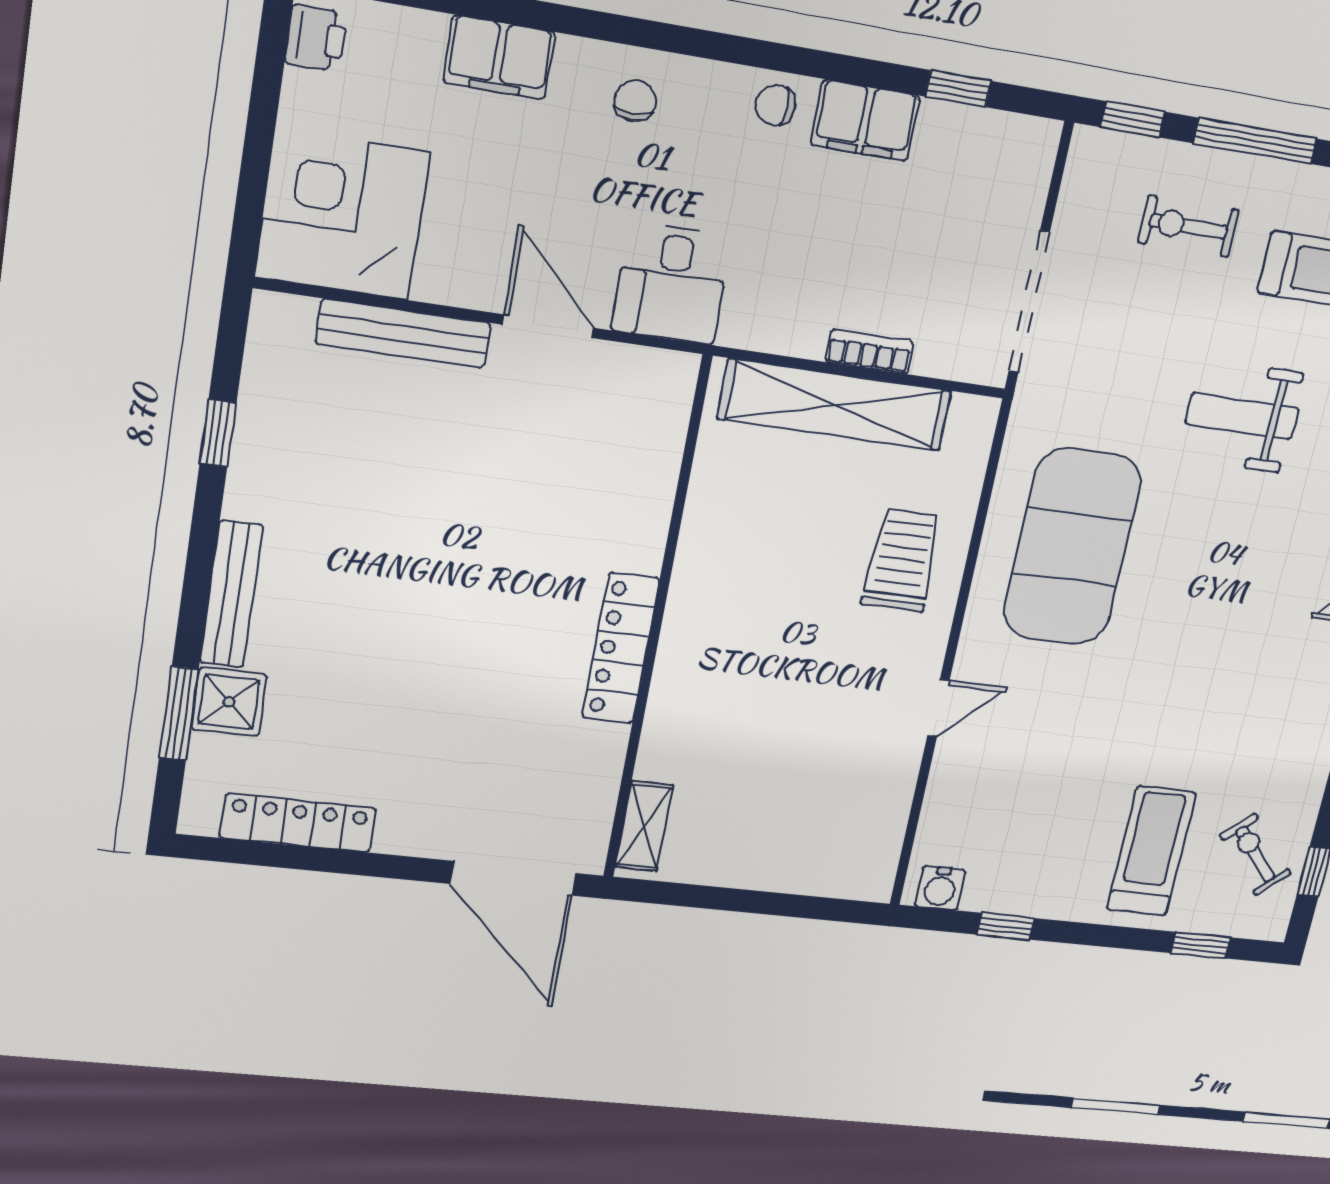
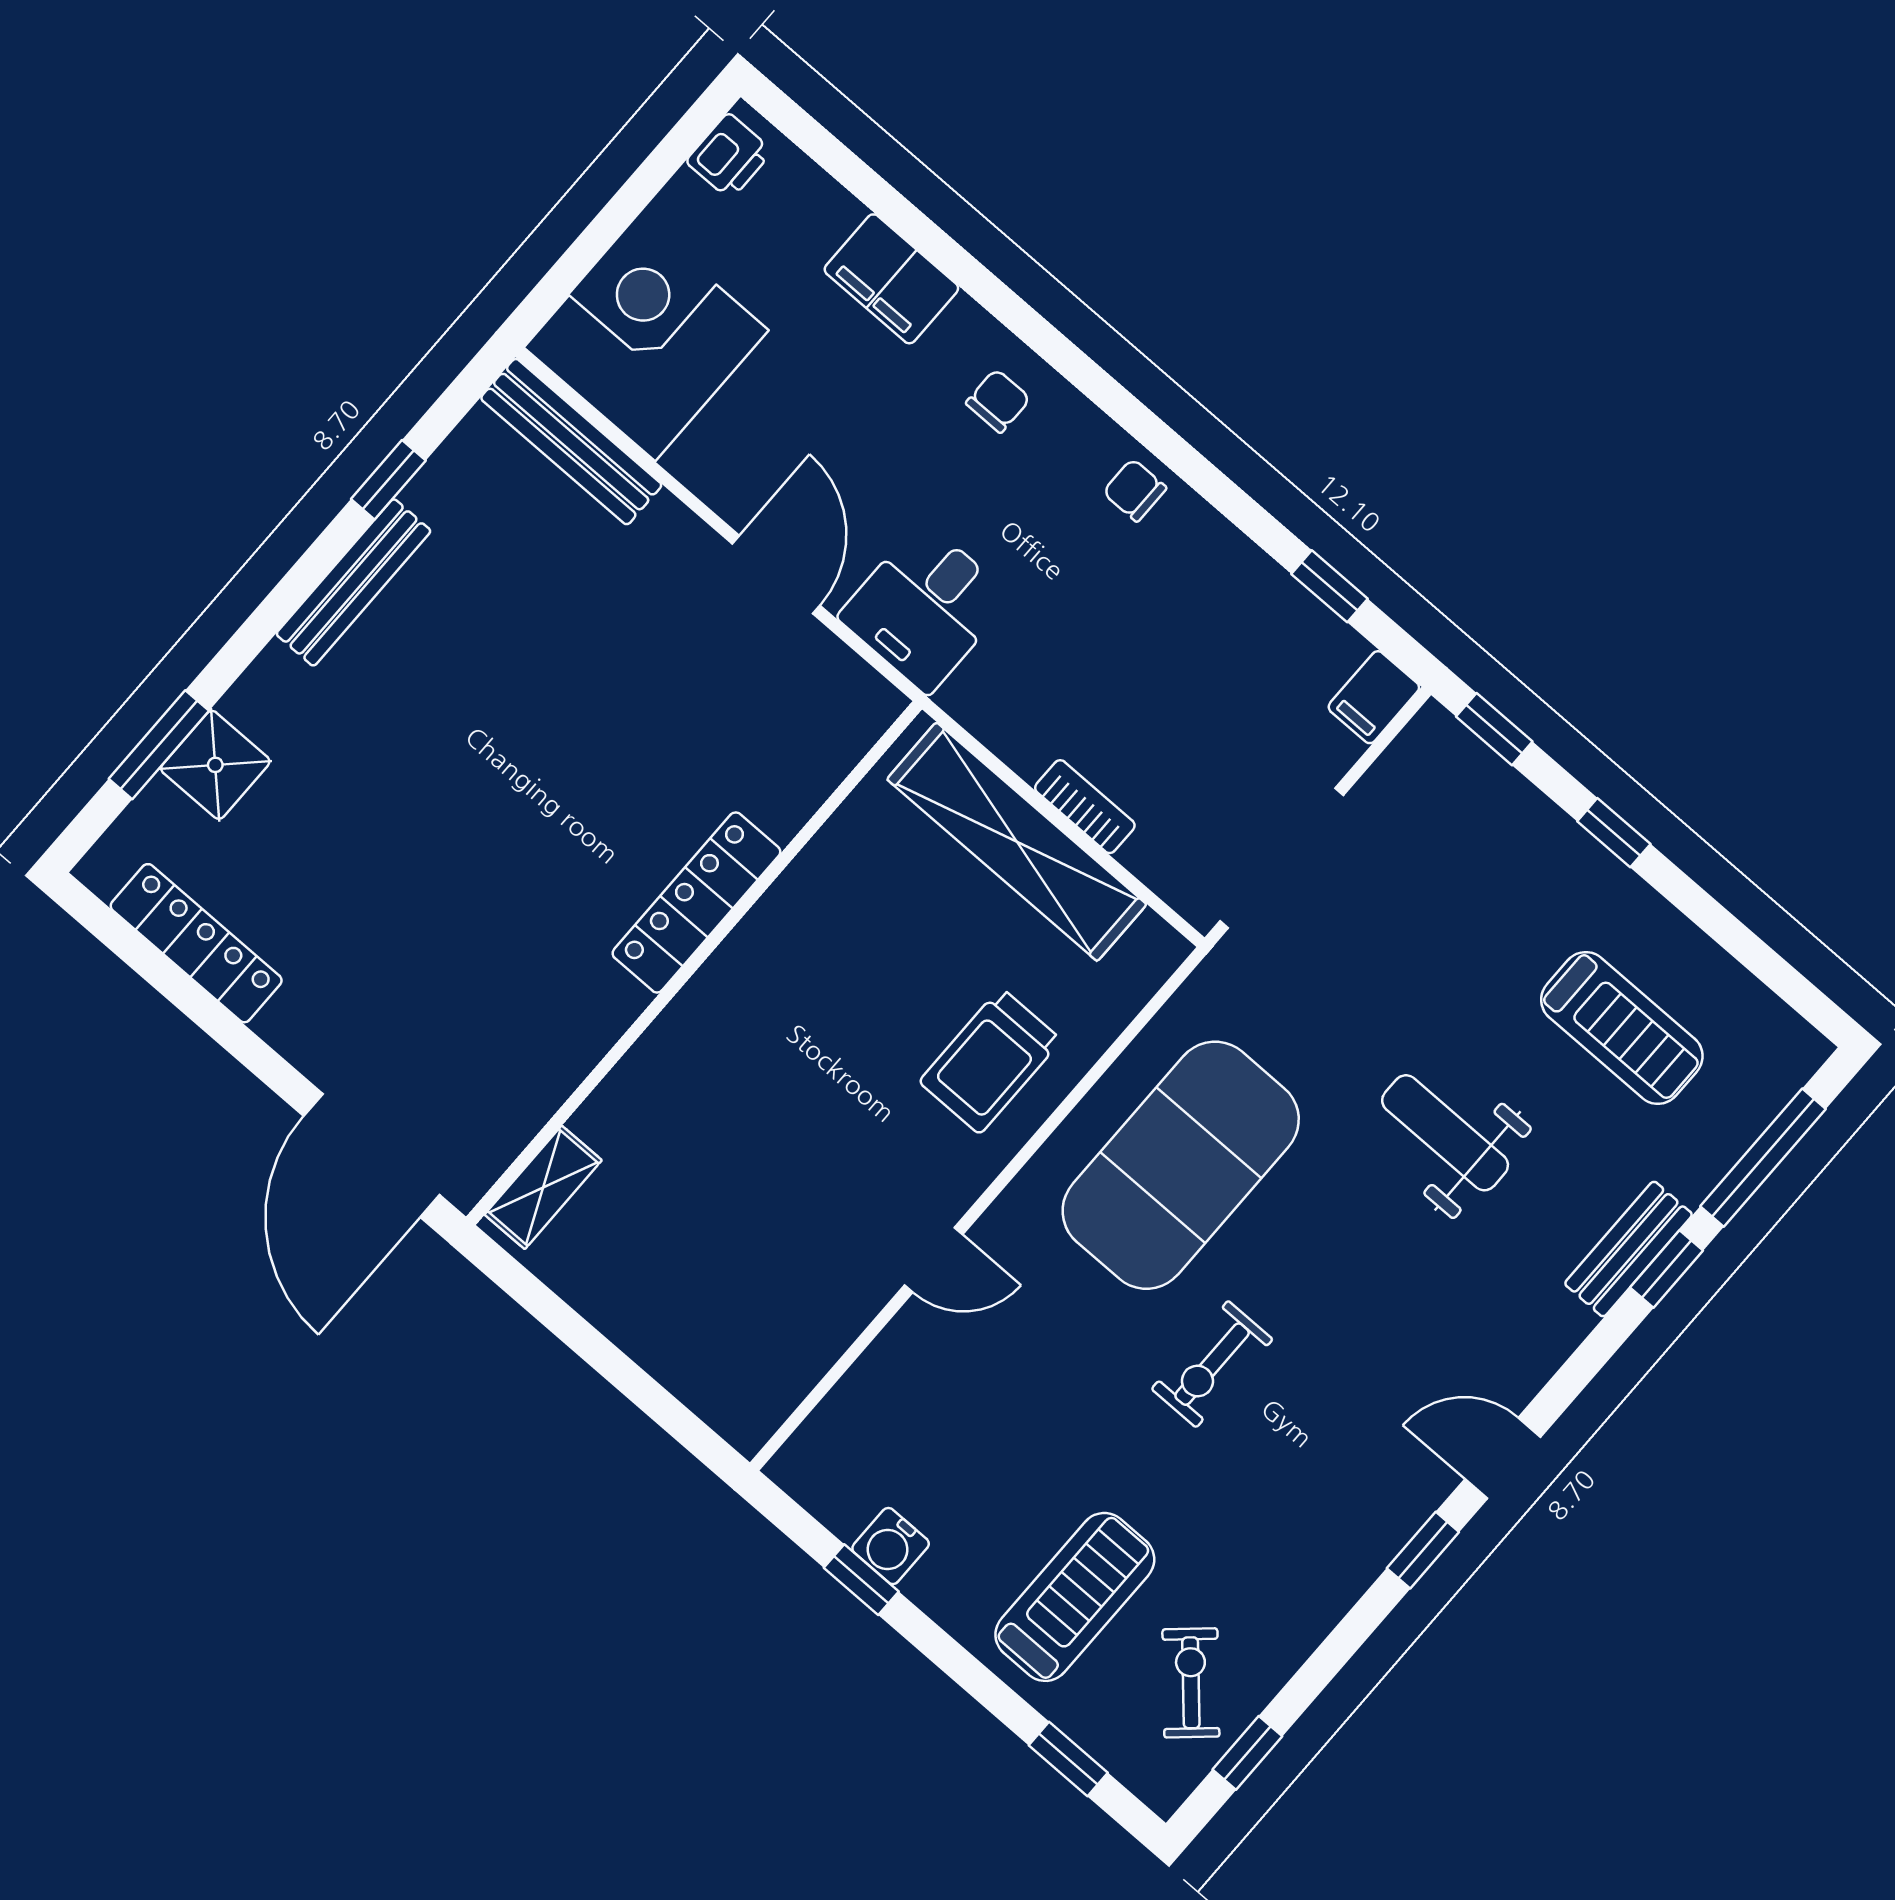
filing cabinet: (865, 120) -> (1374, 697), moved, width x0.50
window: (1255, 141) -> (1614, 833), width x0.46
exercise bike: (1188, 226) -> (1212, 1364), moved, turned -90
bench: (403, 333) -> (571, 442), moved
trolley: (902, 560) -> (990, 1061), turned 180
bench: (232, 594) -> (354, 582), moved
locker: (621, 648) -> (696, 902), moved
water cooler: (940, 888) -> (891, 1546), moved

